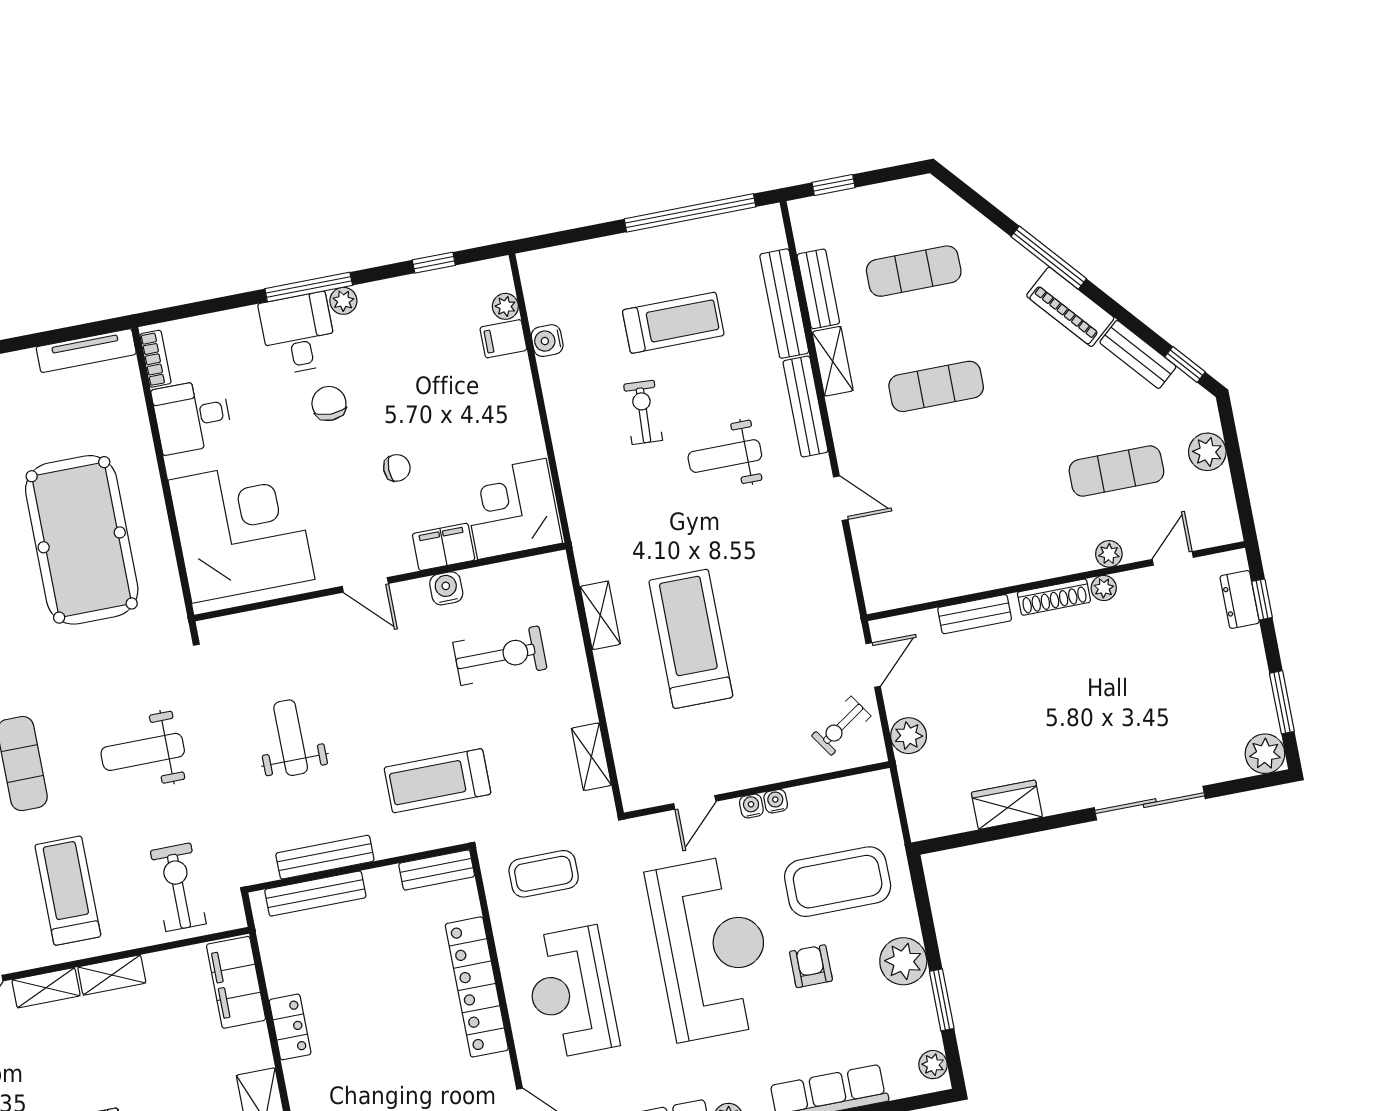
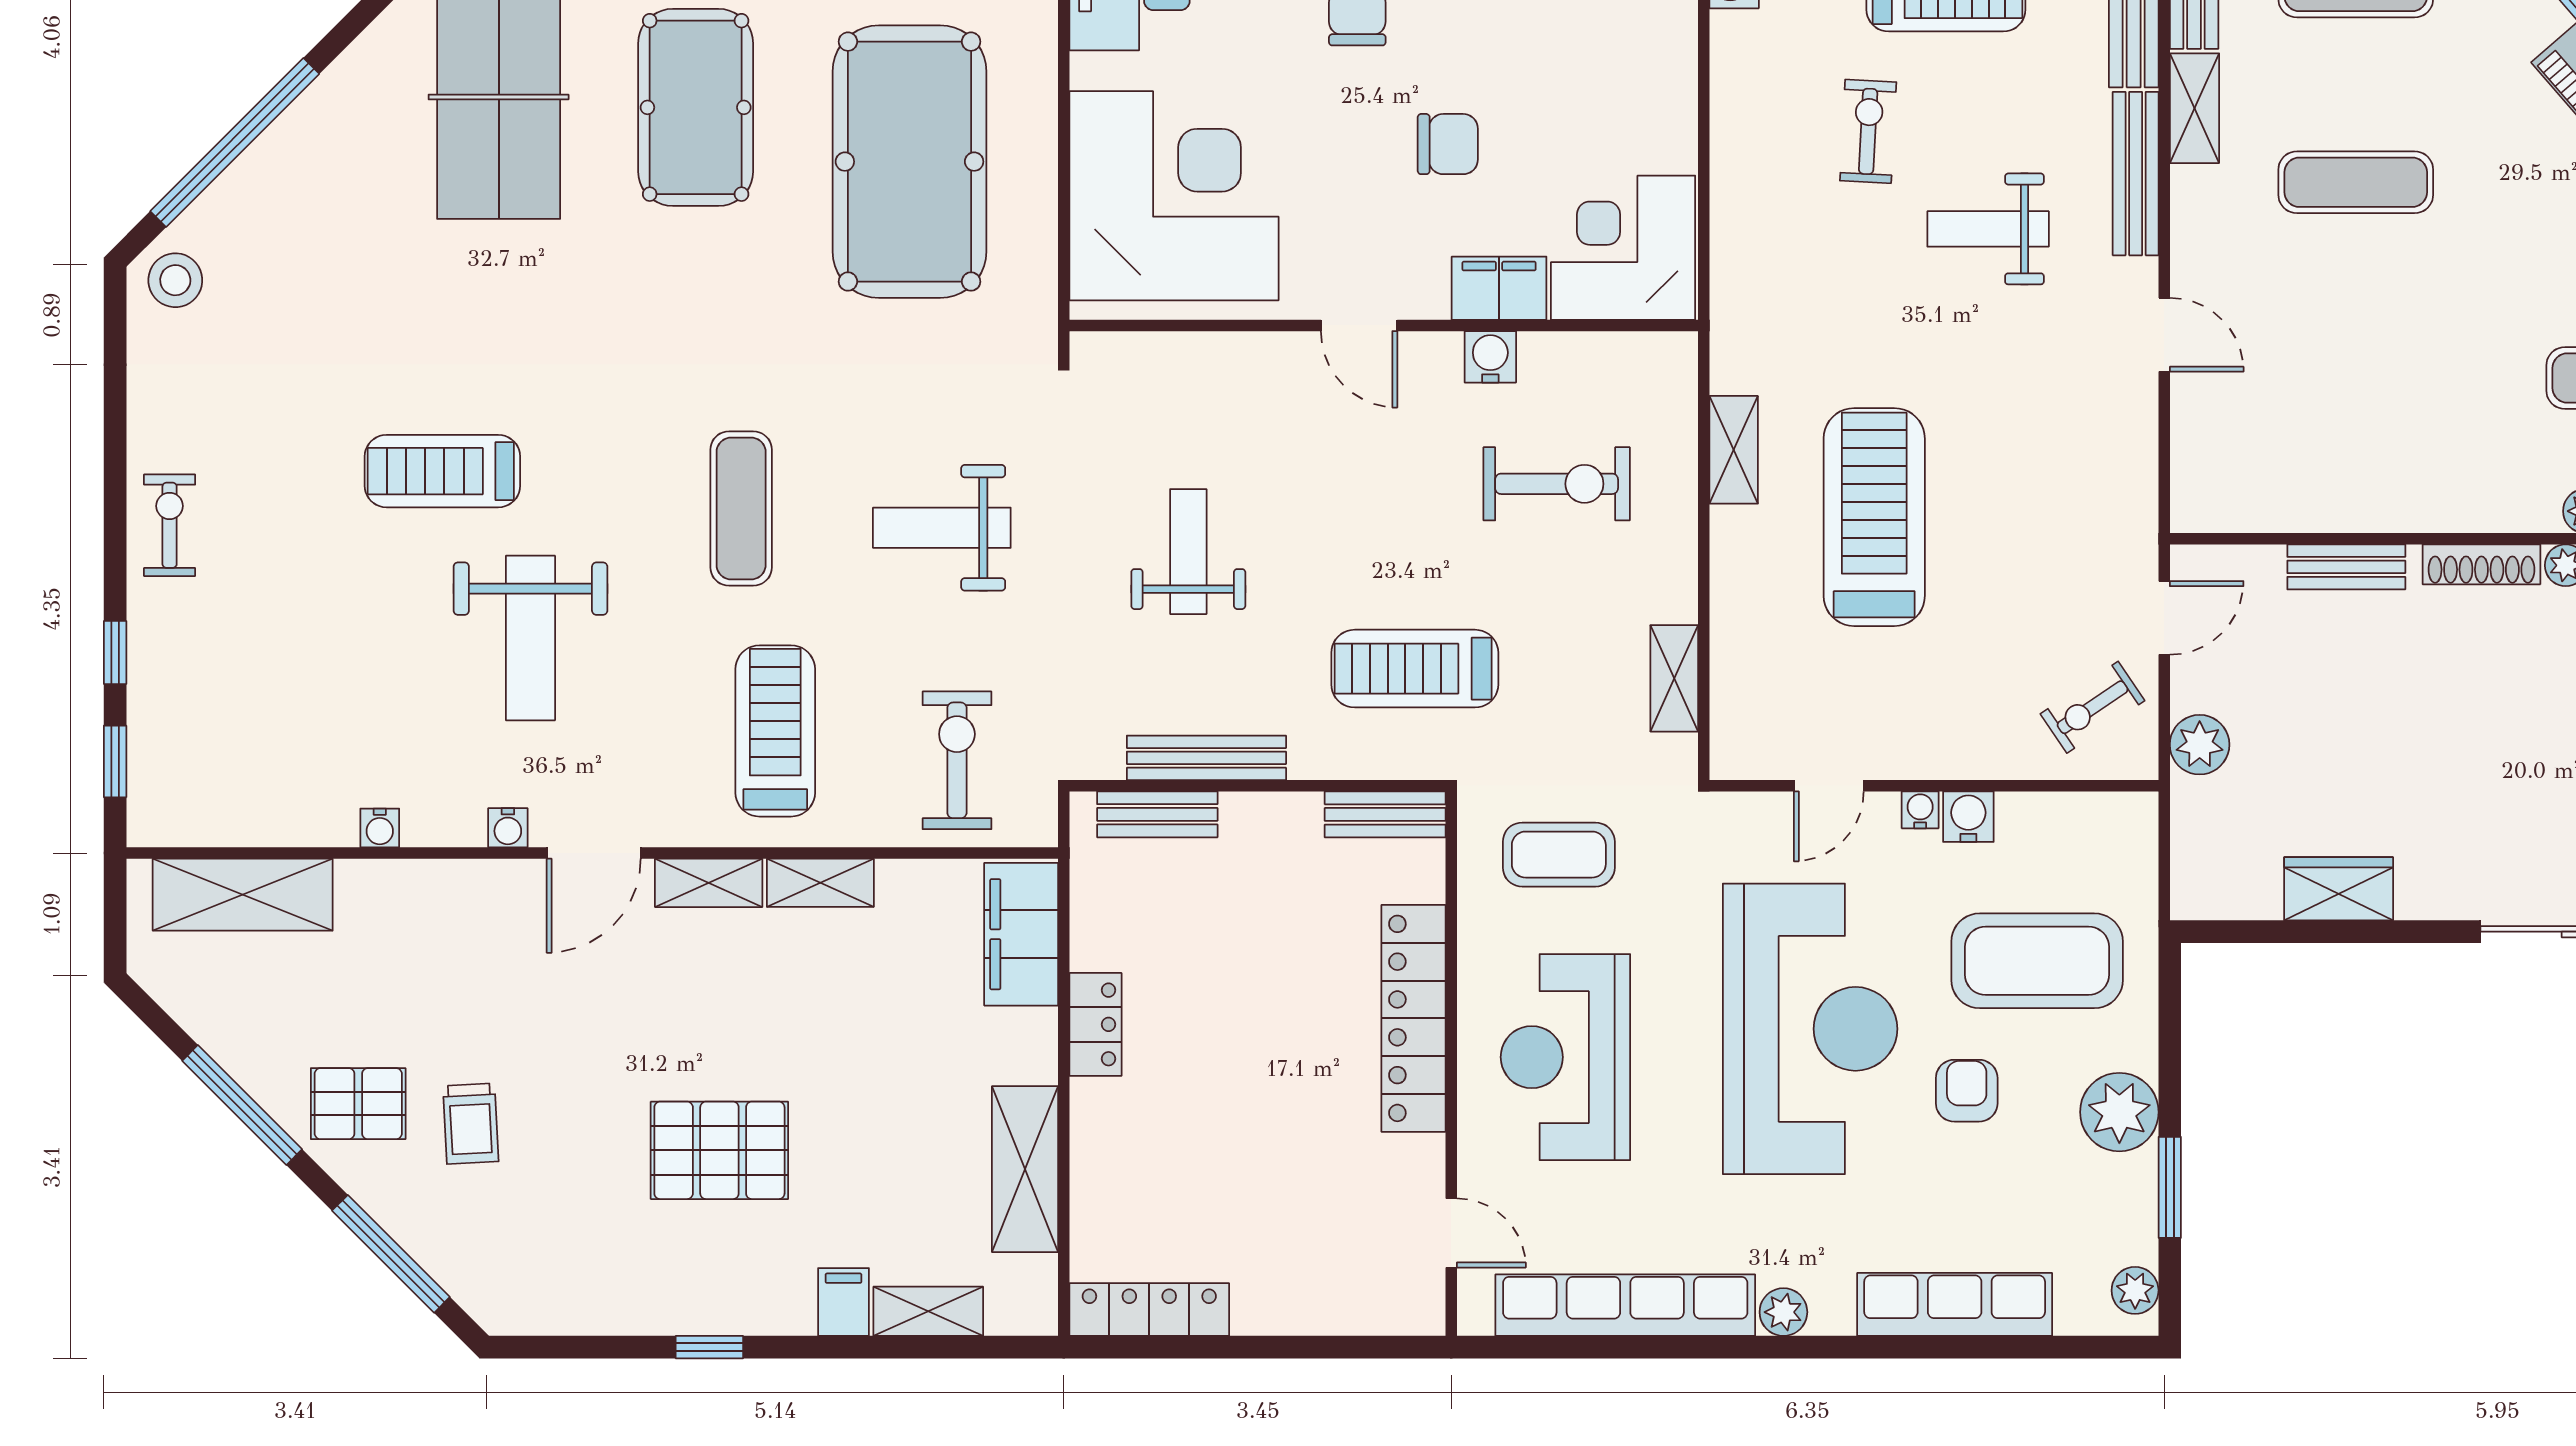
chair: (397, 468) -> (1448, 144), width x1.37, depth x1.37
water cooler: (776, 801) -> (1968, 817), width x1.38, depth x1.38
bench: (315, 894) -> (1157, 814), width x0.73

